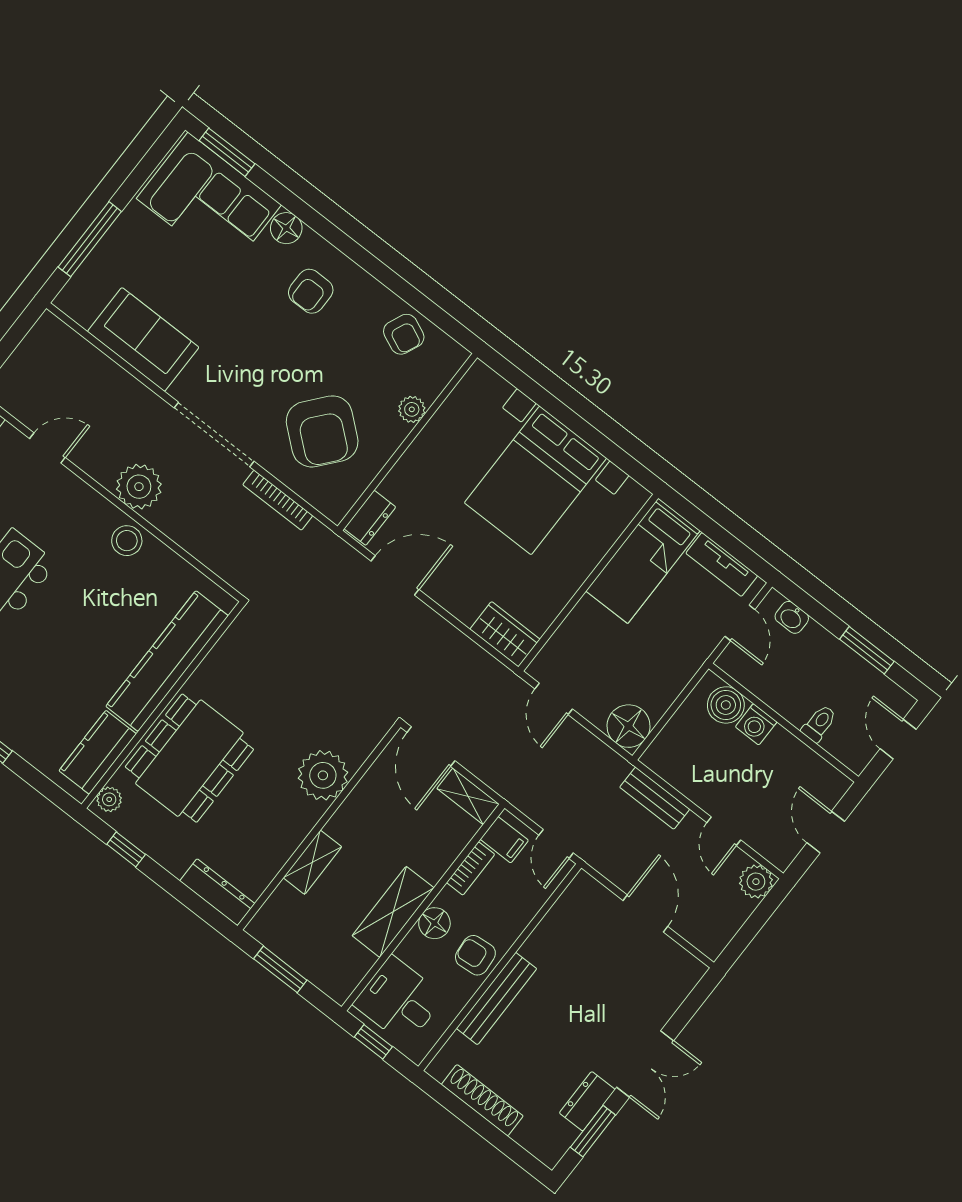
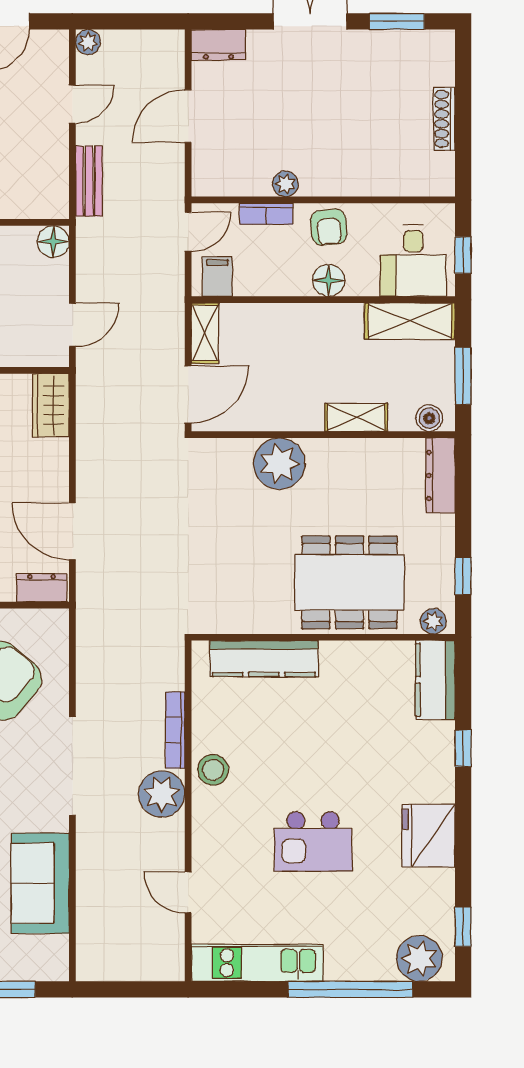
bookcase: (278, 500) -> (175, 730), moved, turned 180
kitchen counter: (167, 661) -> (264, 659), width x0.72, depth x0.86
floor lamp: (629, 726) -> (53, 242), width x0.73, depth x0.73
kitchen counter: (98, 752) -> (435, 680), moved, turned 90
bookcase: (471, 868) -> (266, 214), moved, turned 180
plant: (756, 882) -> (88, 42), width x0.73, depth x0.73
shelving: (393, 912) -> (410, 321), moved
boiler: (268, 918) -> (429, 418), added
plant: (535, 948) -> (285, 184), added
bench: (497, 999) -> (350, 183), removed
shoe rack: (482, 1100) -> (444, 119), width x0.74, depth x0.81
dresser: (587, 1101) -> (219, 45), moved

